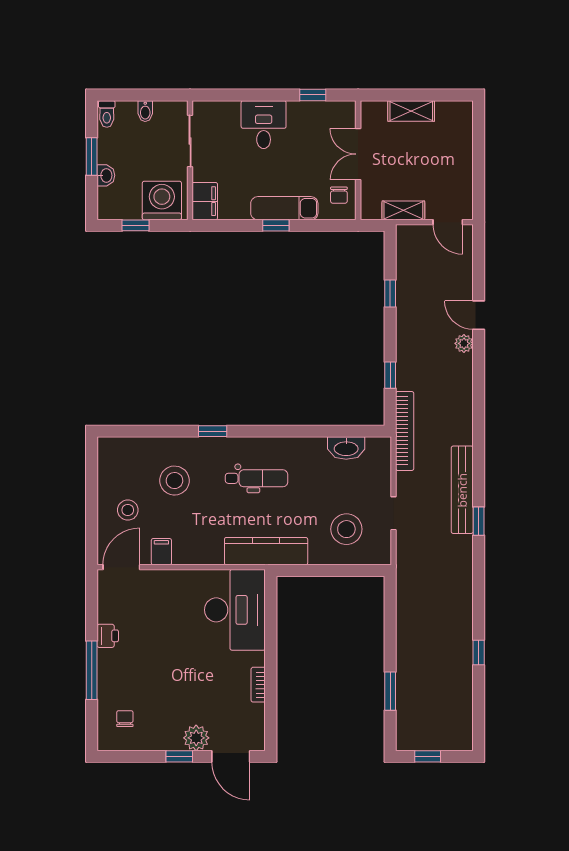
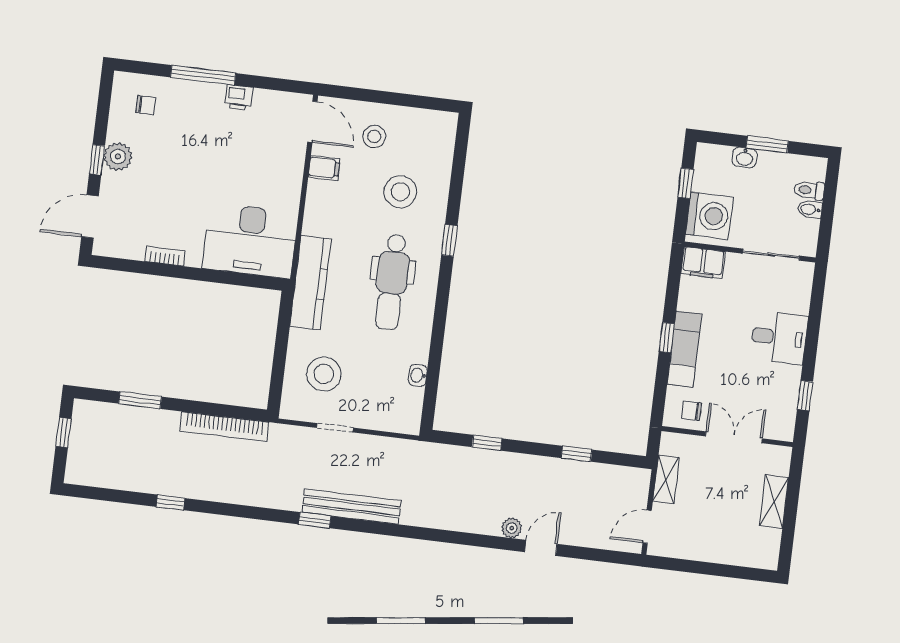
toilet: (107, 114) -> (809, 190), moved
bookcase: (405, 431) -> (224, 427), moved
washbasin: (346, 448) -> (418, 375), width x0.52, depth x0.69
dental chair: (256, 478) -> (392, 282), width x1.36, depth x1.38
plant: (196, 738) -> (118, 156), moved

